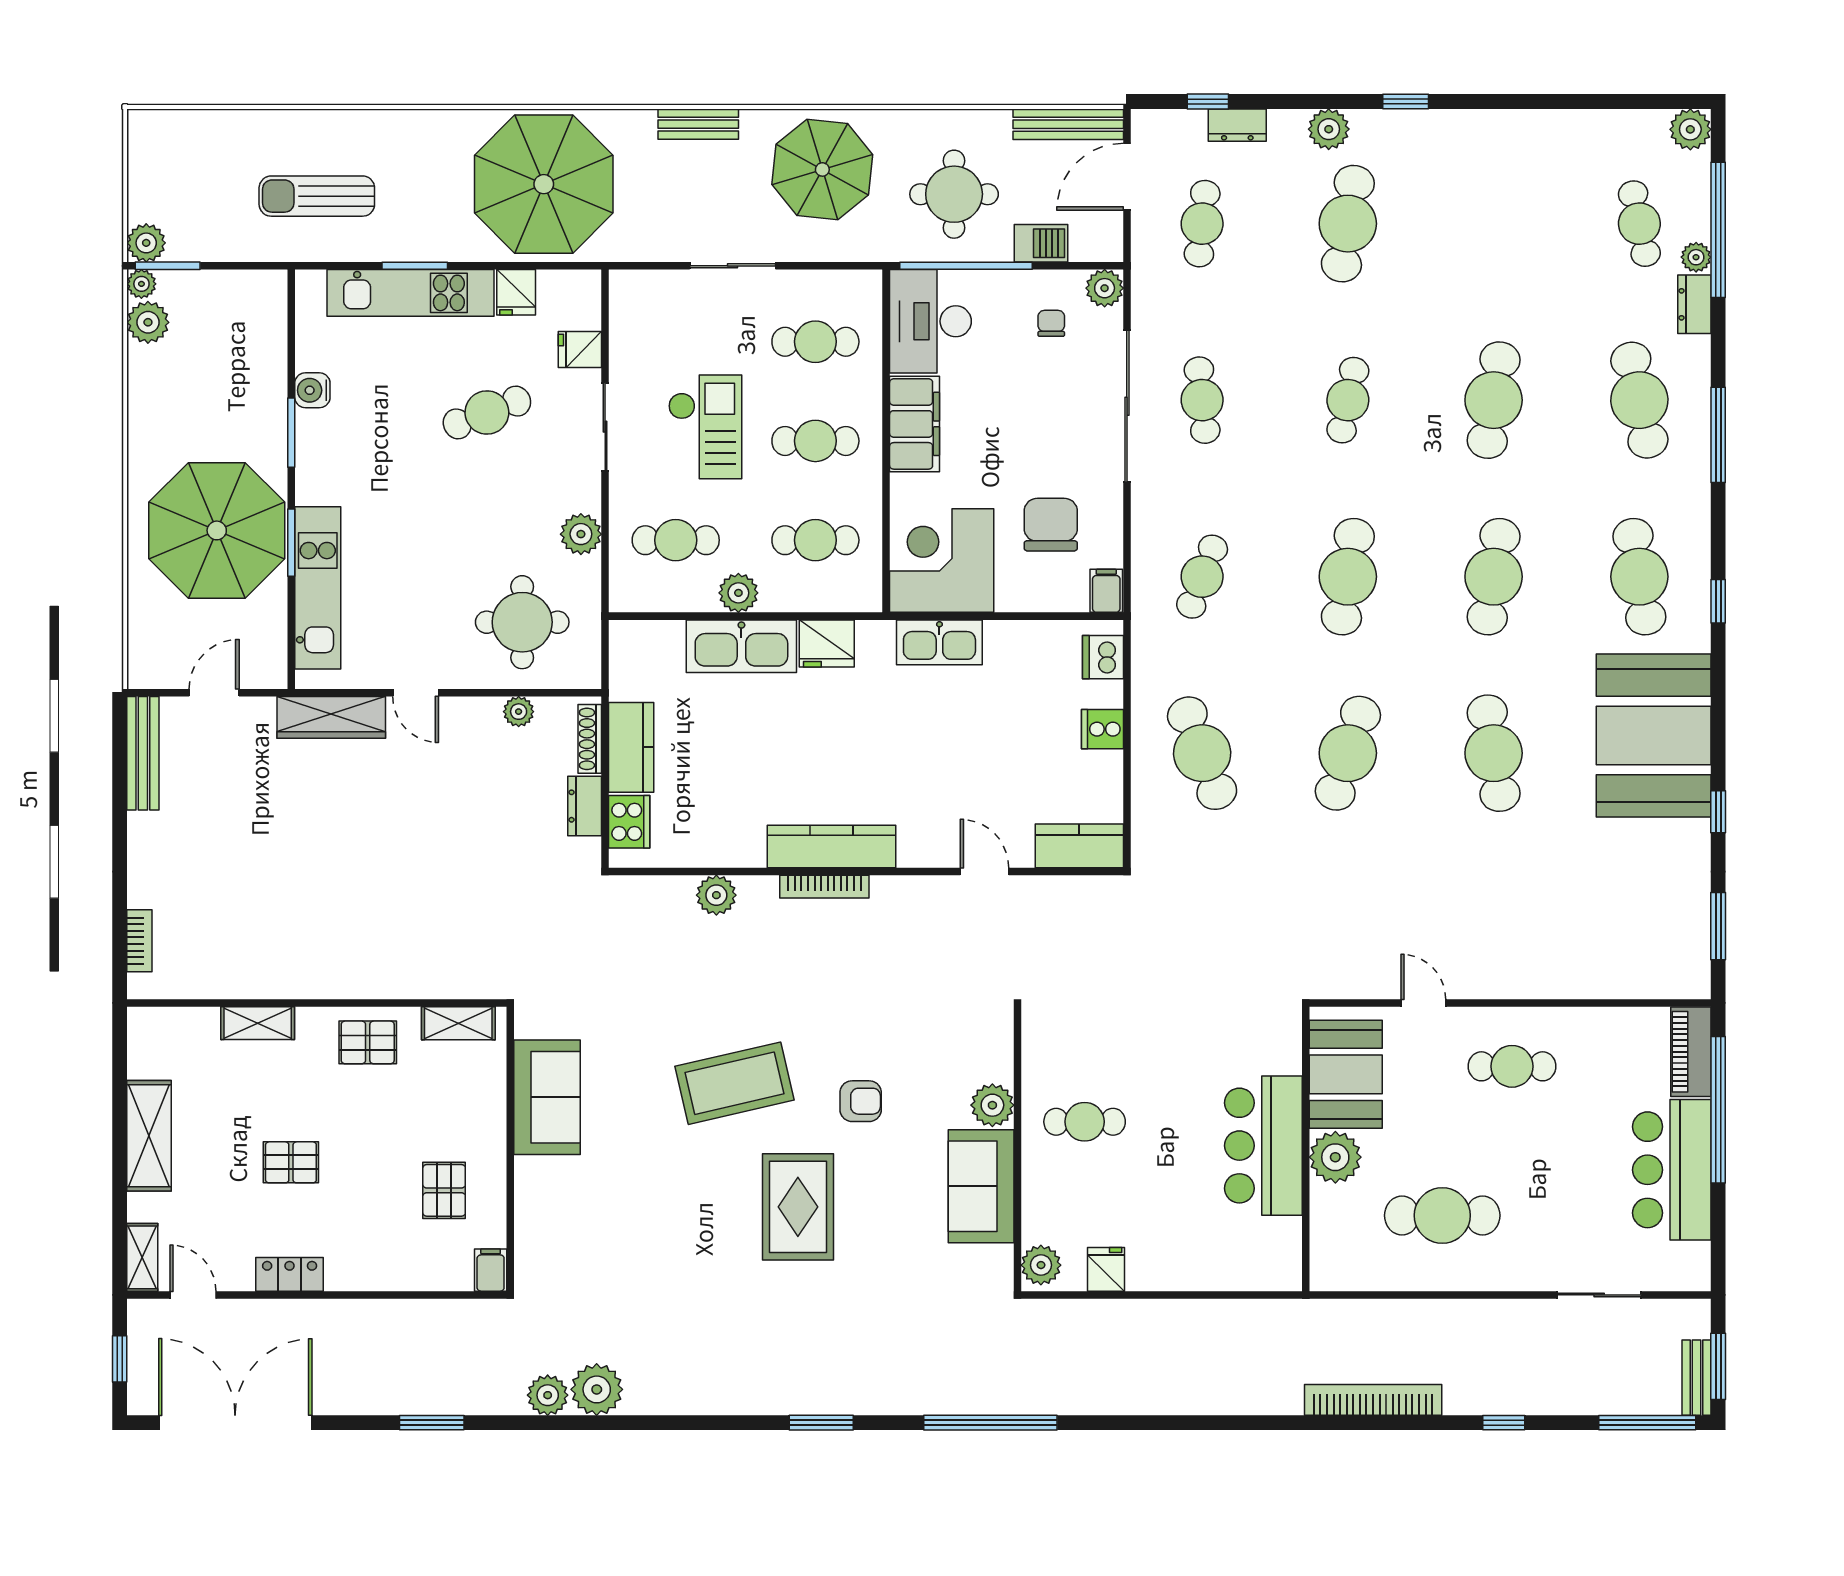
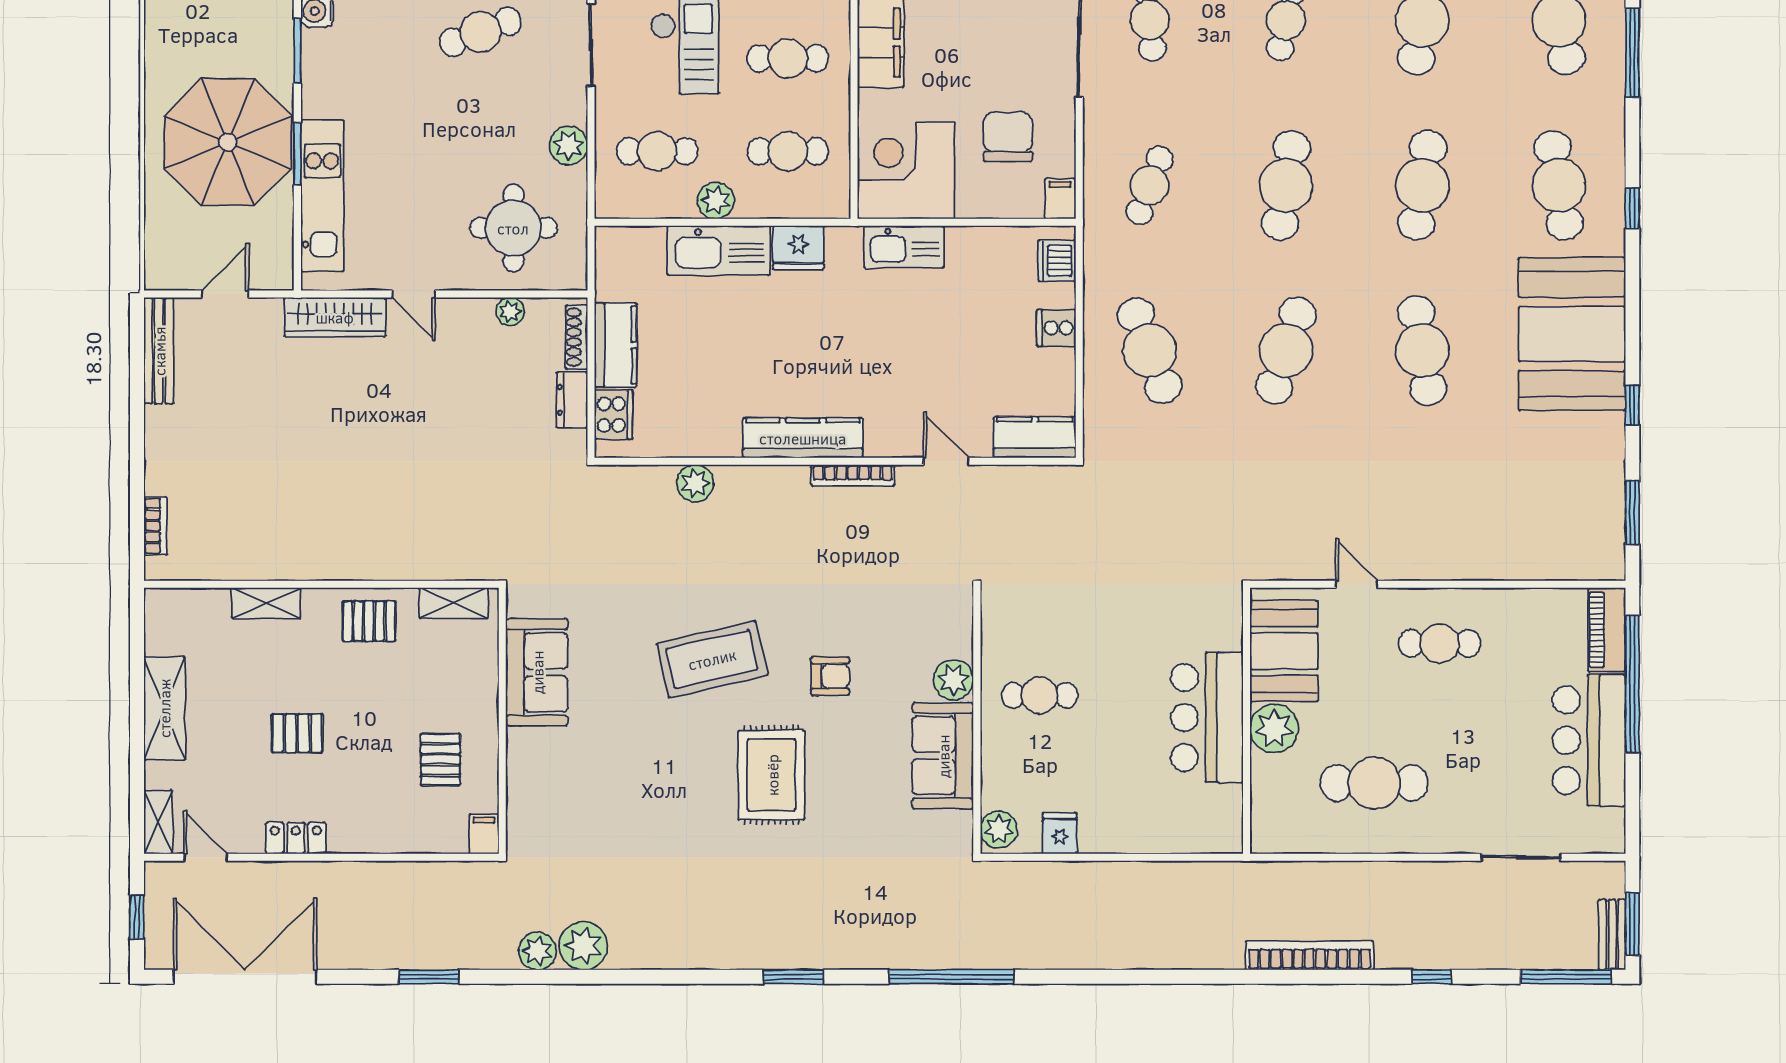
bookcase: (824, 887) -> (853, 475), moved

